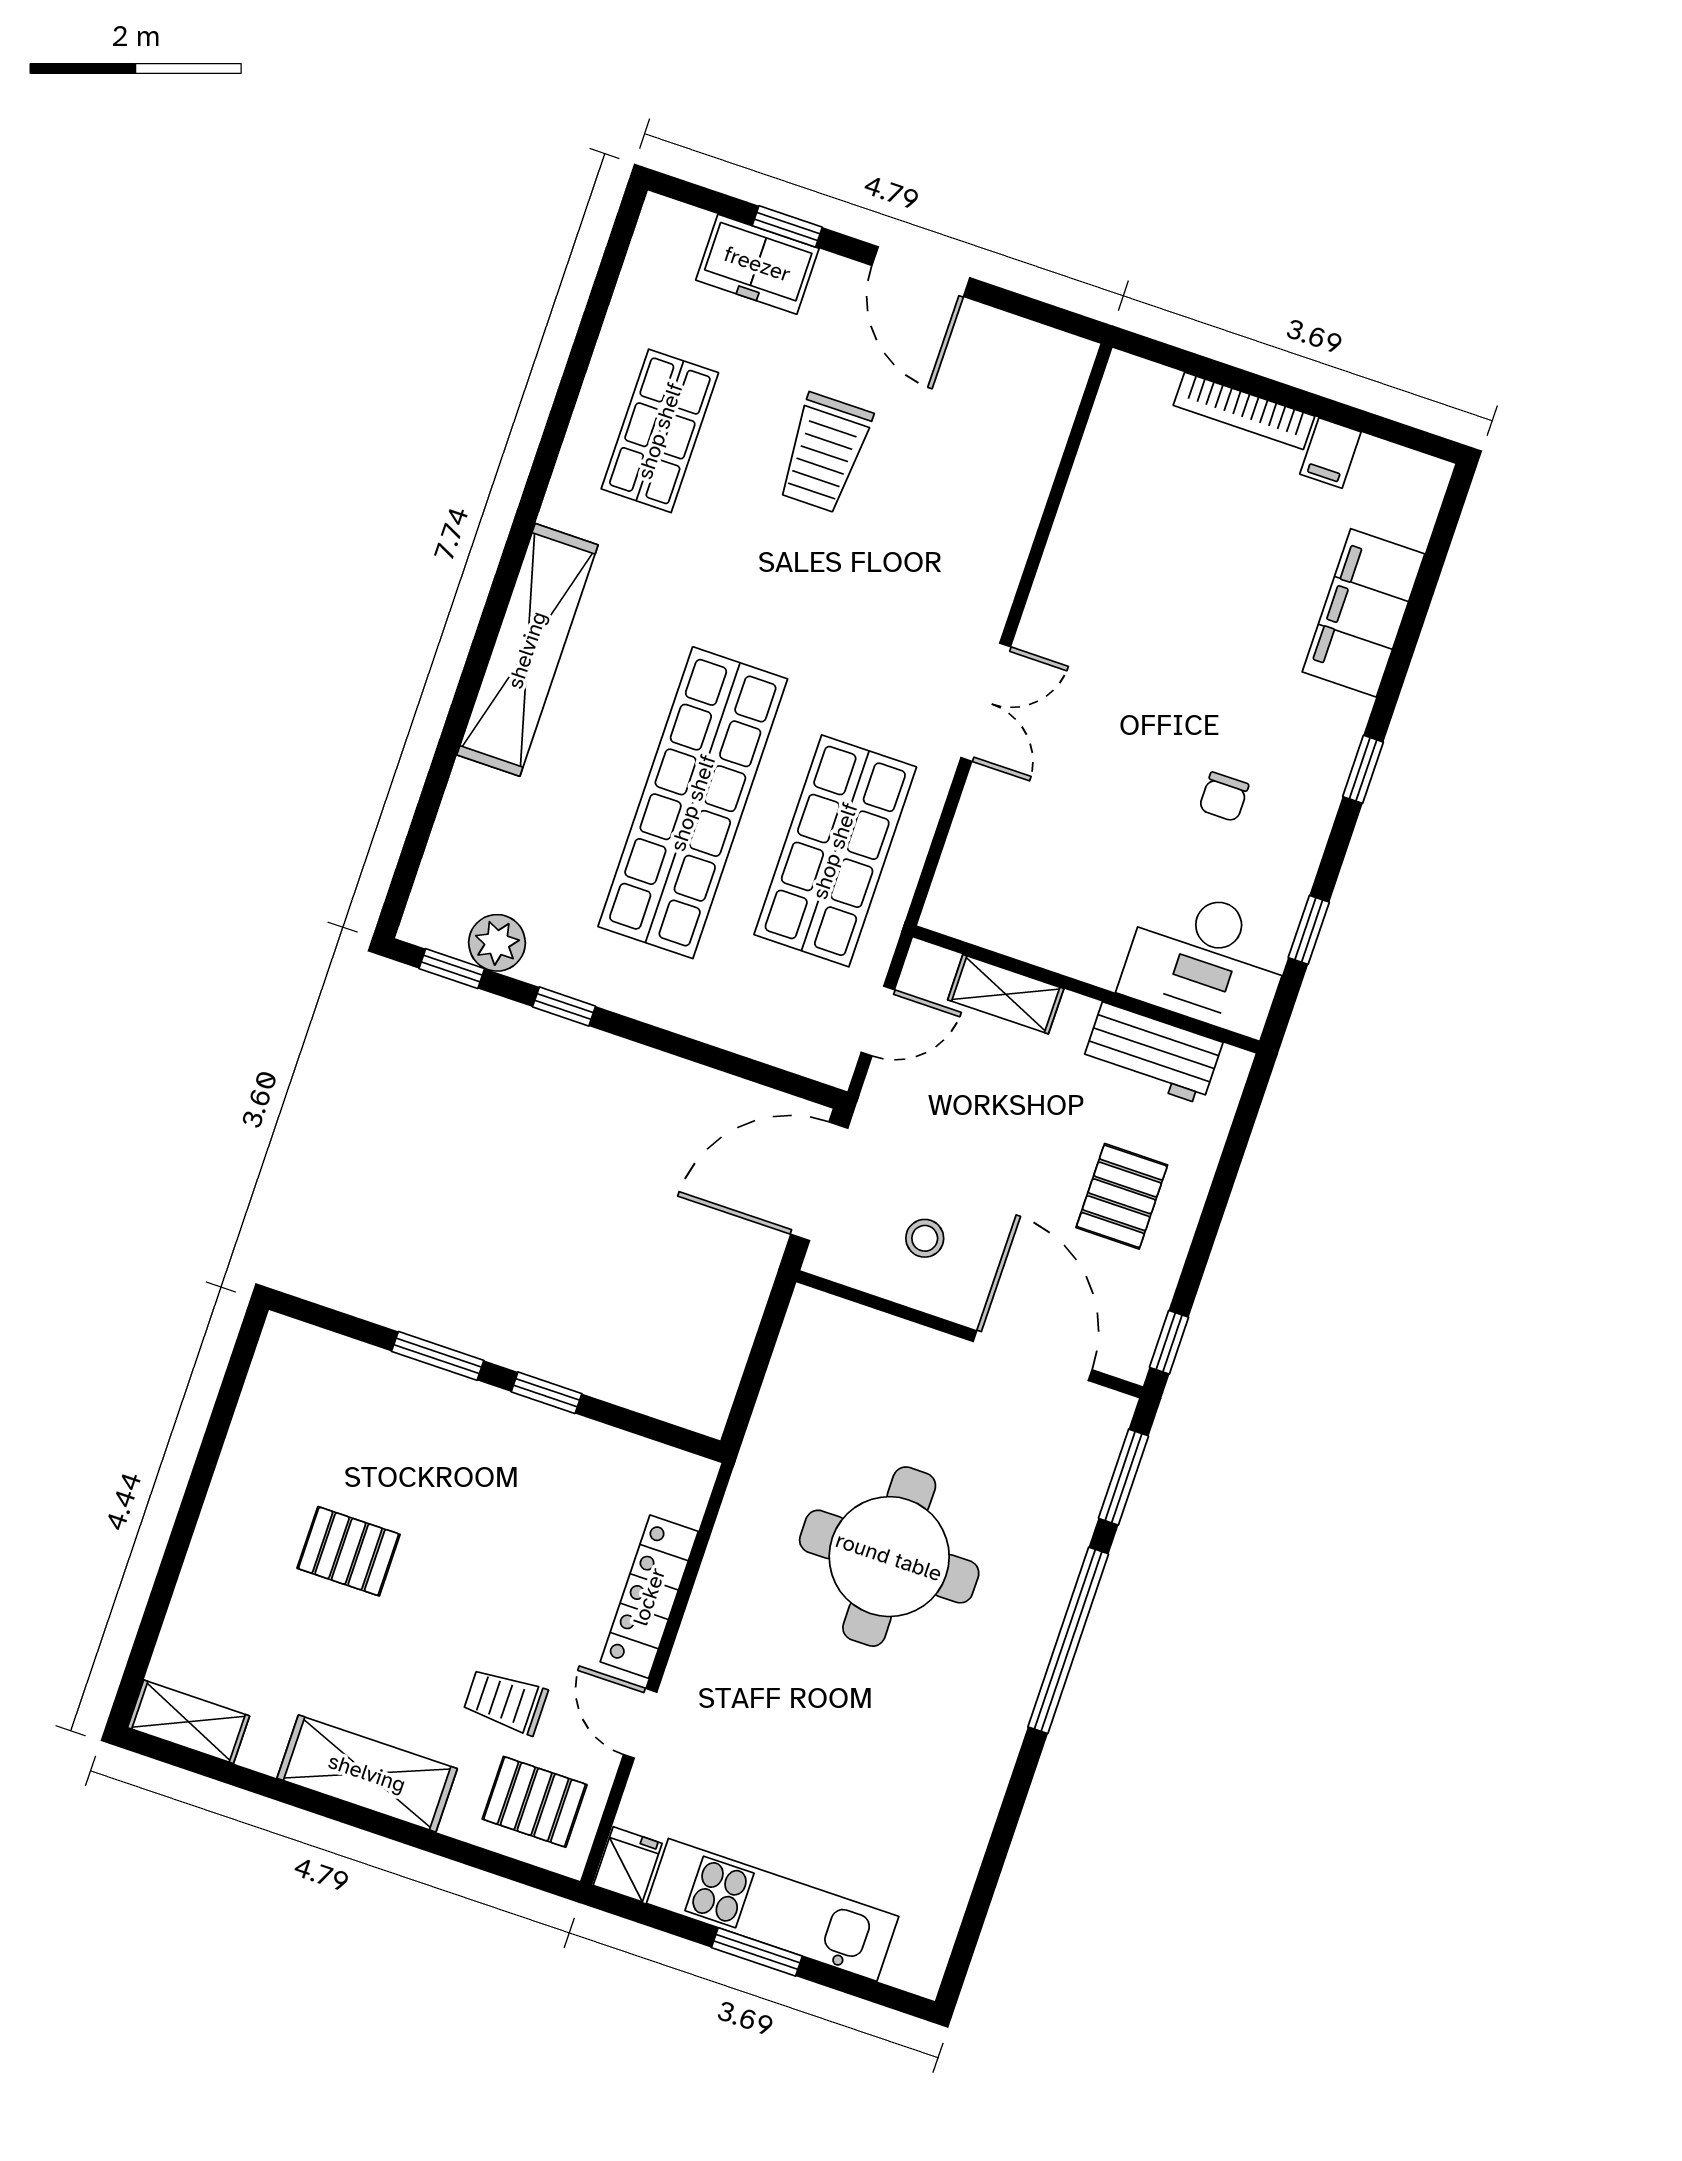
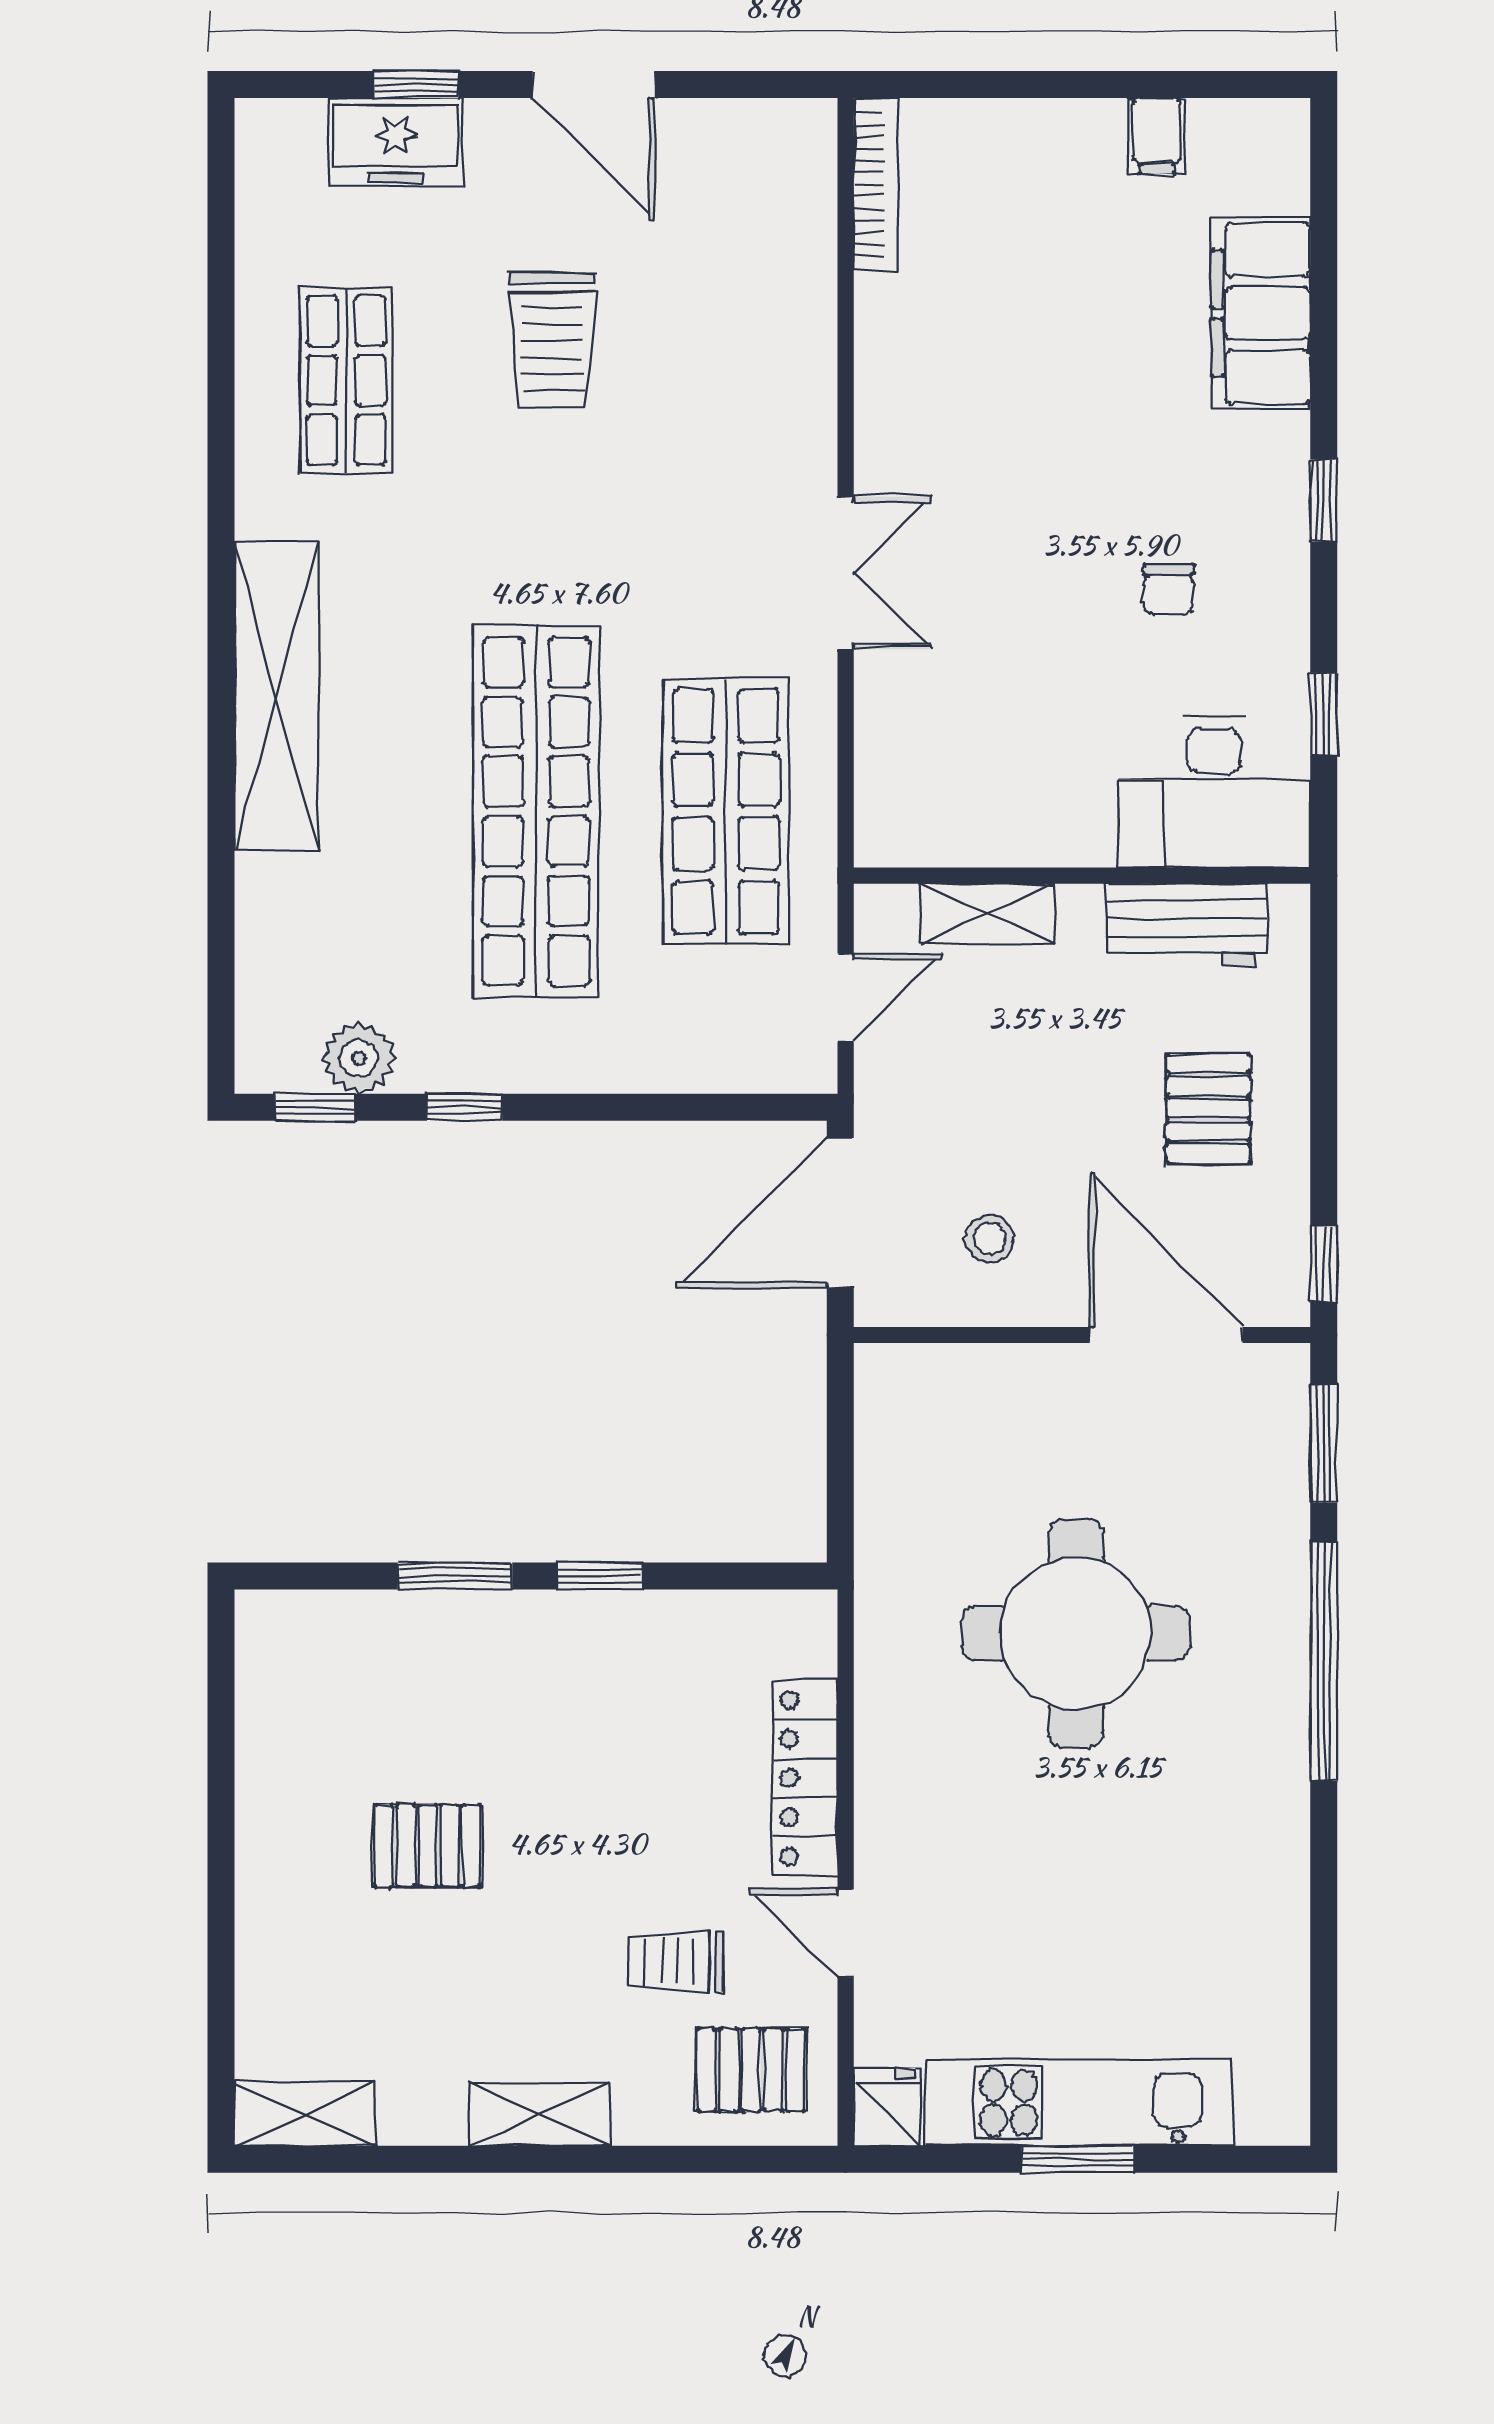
bookcase: (1244, 411) -> (876, 185), moved, turned -90
shelving: (367, 1773) -> (539, 2114), width x0.67, depth x0.75

